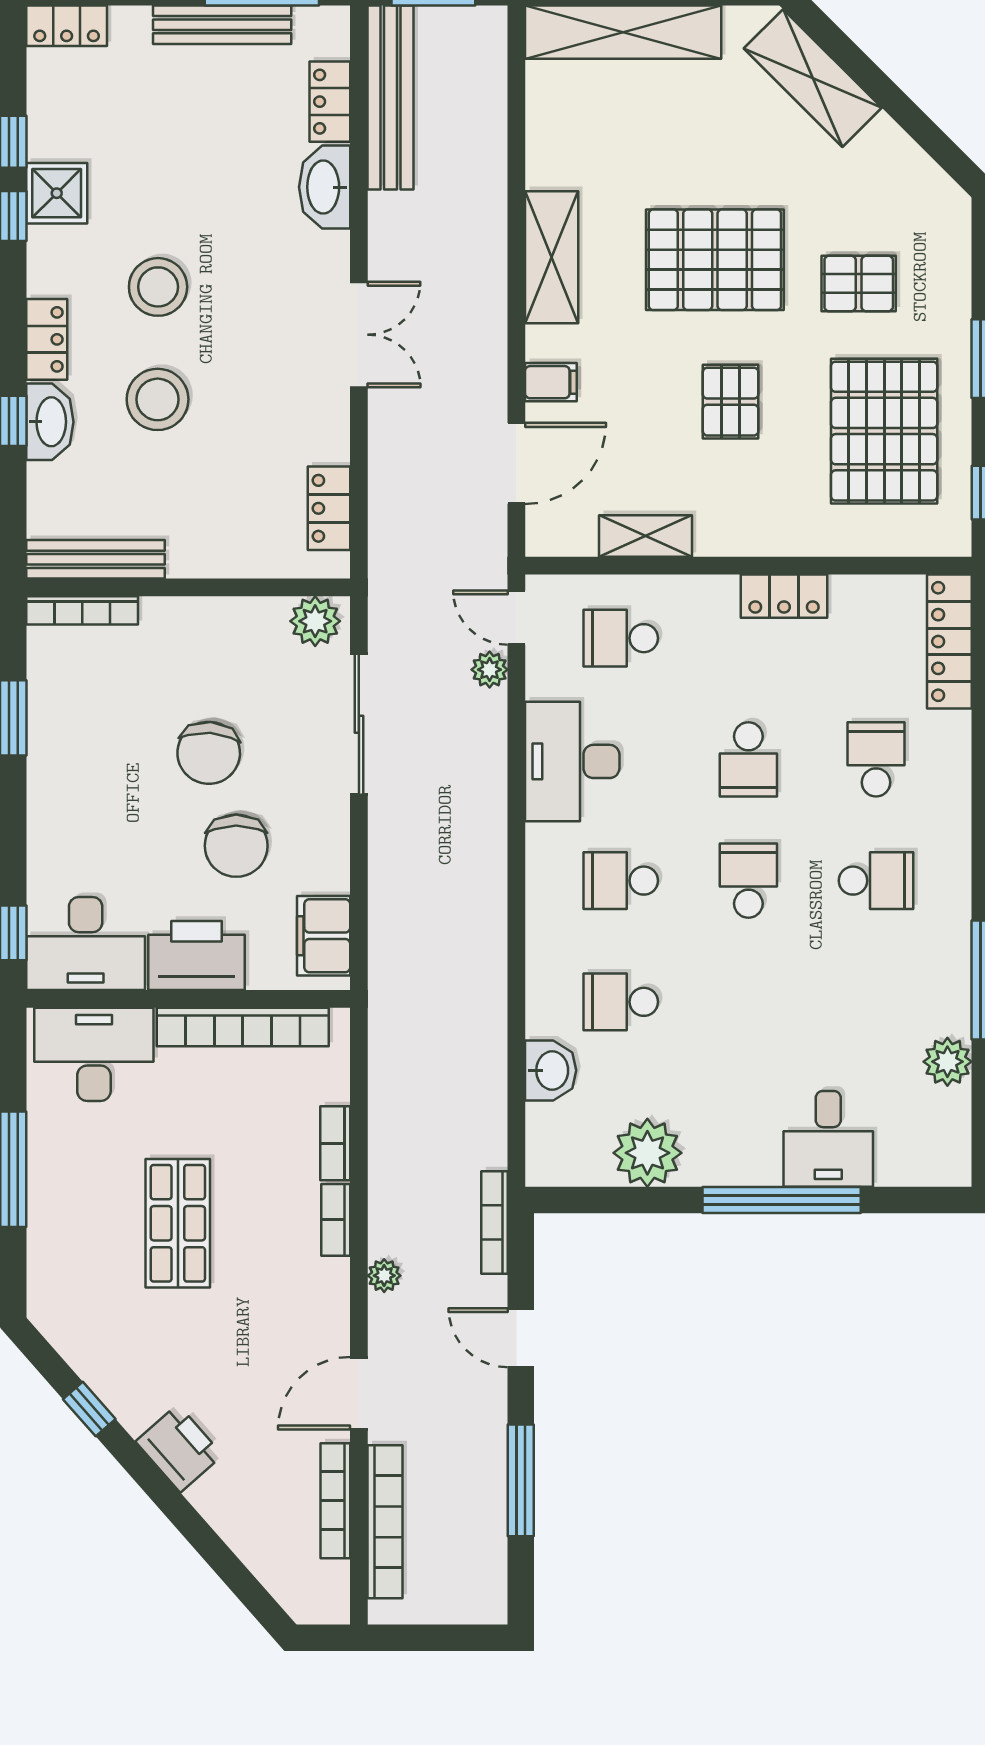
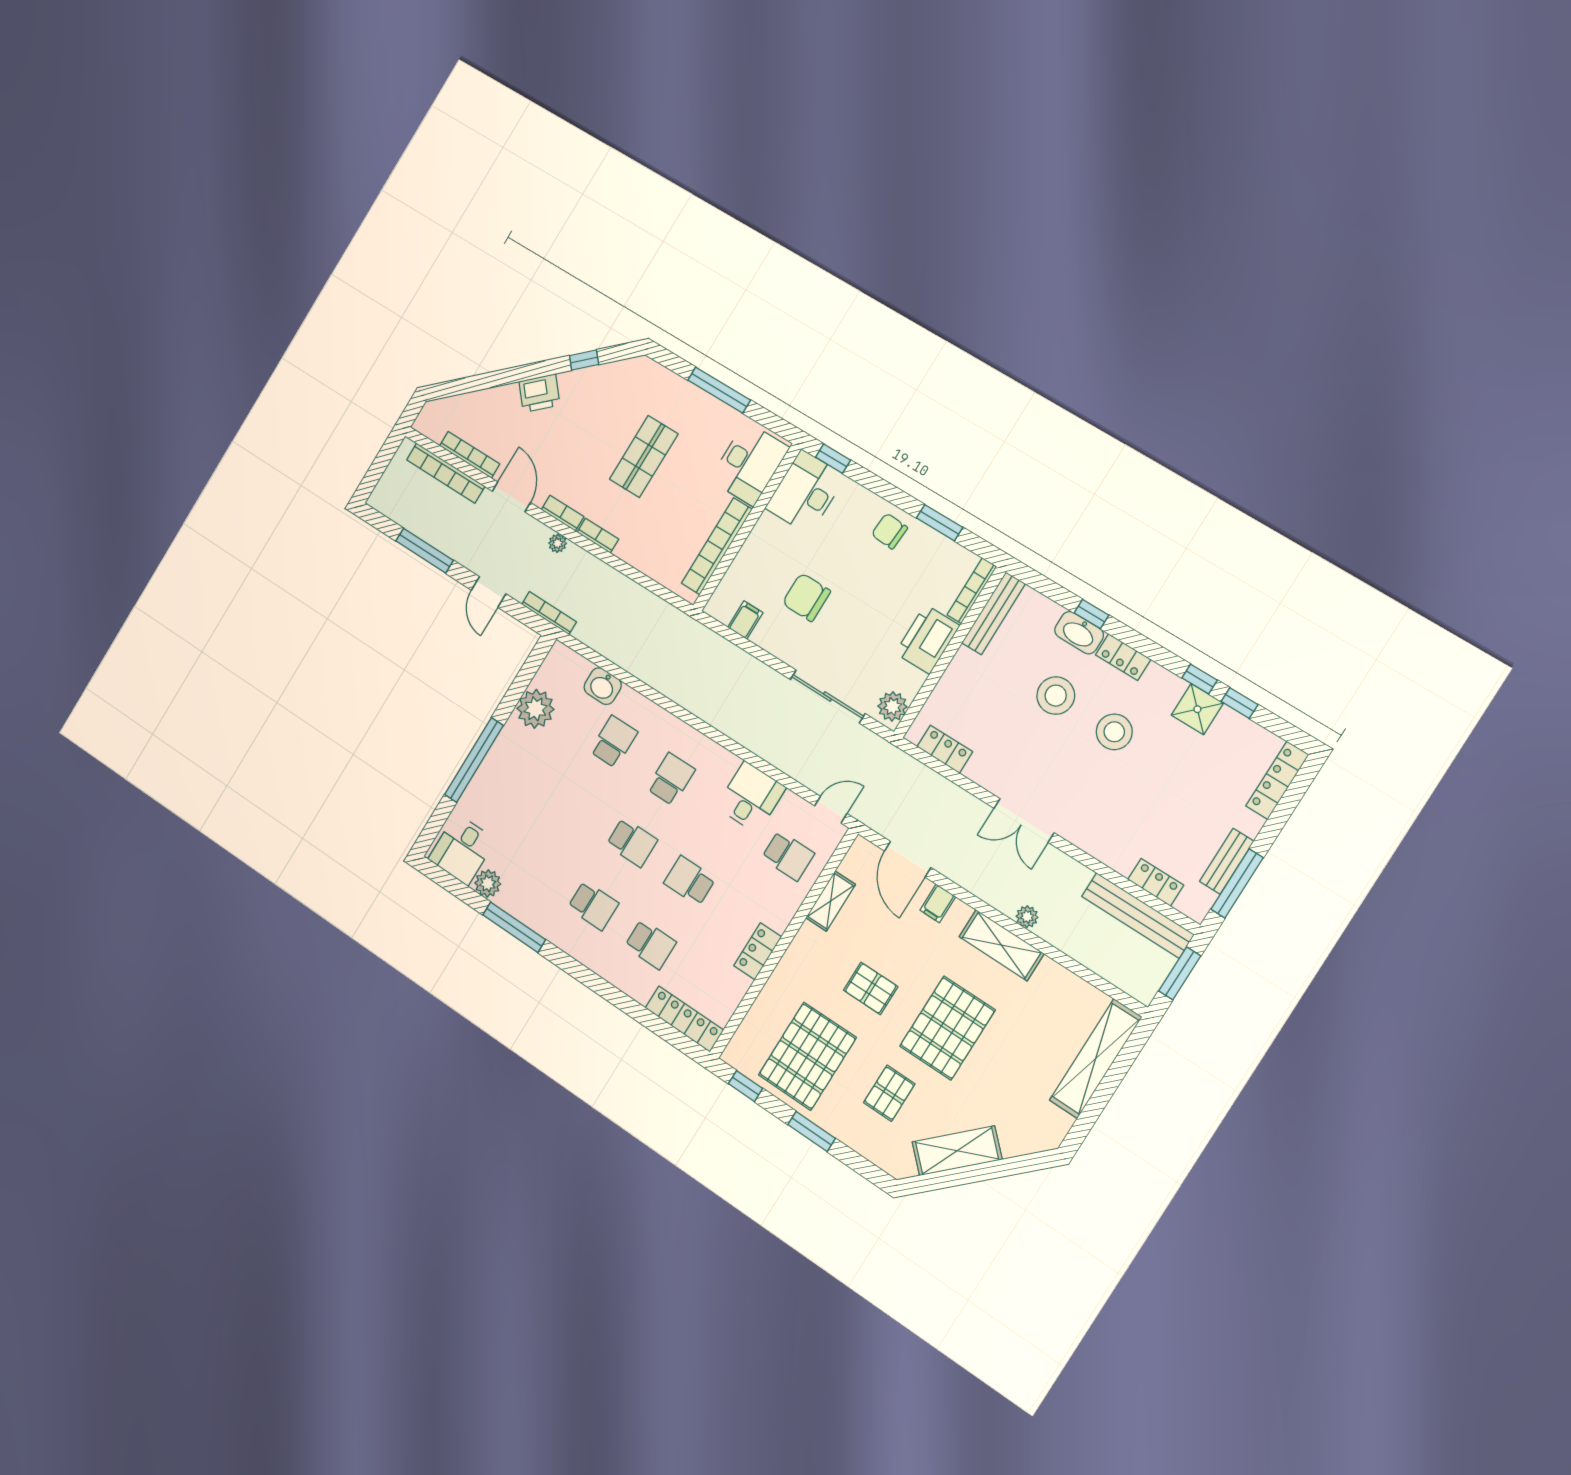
bench: (222, 25) -> (1227, 861), width x0.73
locker: (67, 26) -> (1277, 780), width x1.53
shelving: (813, 78) -> (957, 1151), moved
washbasin: (325, 187) -> (1112, 851), removed
pallet: (884, 431) -> (807, 1056), turned 90
school desk: (621, 638) -> (788, 856), turned 90
plant: (490, 670) -> (1027, 917), moved
chair: (209, 753) -> (889, 531), moved, width x0.73, depth x0.73
desk: (572, 761) -> (751, 797), width x0.73
school desk: (876, 881) -> (593, 905), turned -90
filing cabinet: (324, 936) -> (745, 620), width x0.50
printer: (197, 955) -> (927, 639), moved, turned 180
desk: (828, 1139) -> (462, 849), moved, turned -90
bookcase: (335, 1143) -> (563, 513), moved
shop shelf: (178, 1223) -> (644, 457), turned 90
door: (521, 1338) -> (489, 592), swing flipped

